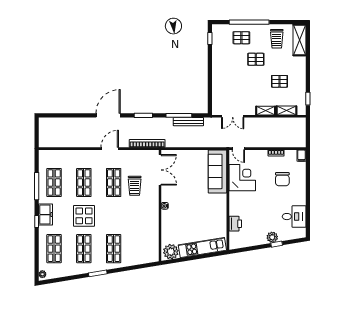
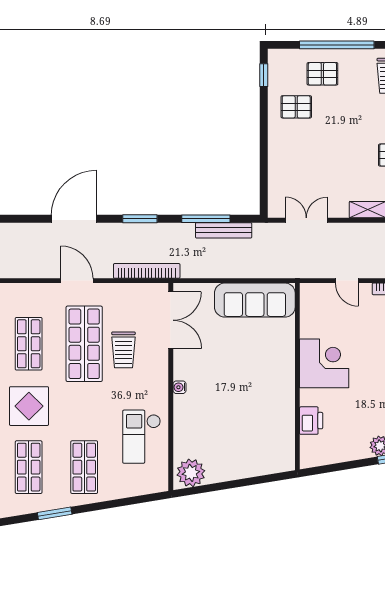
pallet: (256, 59) -> (296, 107), moved
double door: (233, 116) -> (306, 220), swing flipped
door: (110, 149) -> (77, 281), hinge flipped
door: (238, 149) -> (347, 281), moved
sofa: (218, 171) -> (255, 300), moved, turned -90
corner desk: (242, 178) -> (324, 363), moved
shop shelf: (114, 182) -> (84, 344), width x1.43, depth x1.36
checkout: (144, 232) -> (142, 437), added
kitchen unit: (202, 248) -> (250, 465), removed

